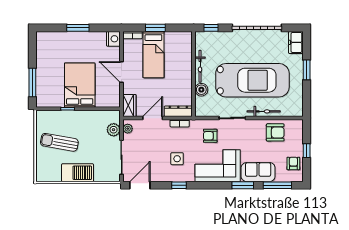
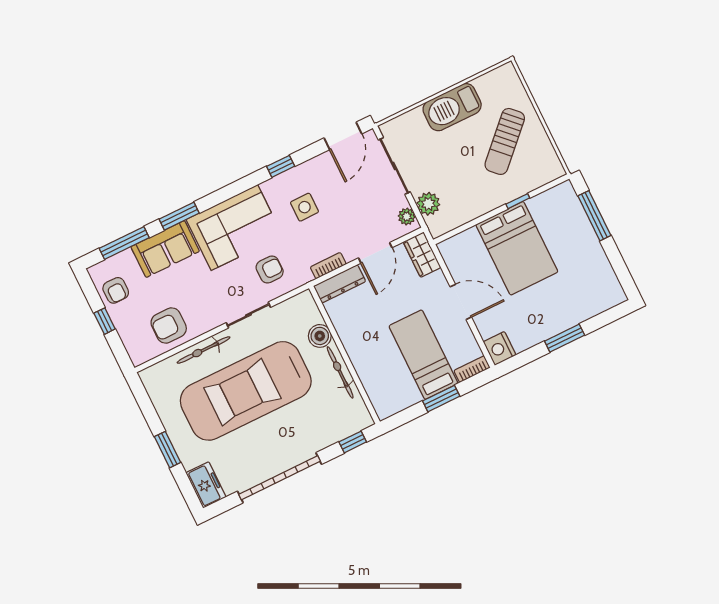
sun lounger: (59, 142) -> (505, 141), turned 125

